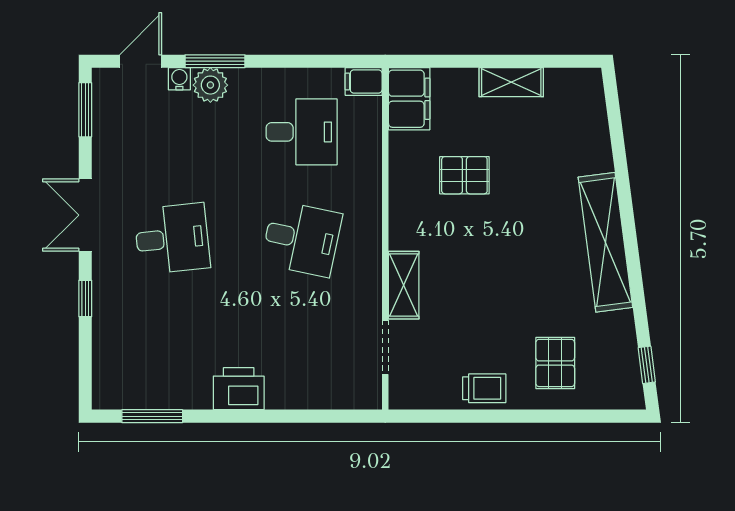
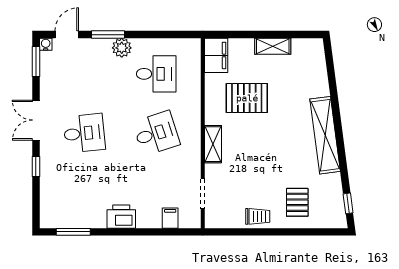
water cooler: (179, 79) -> (46, 44), moved
filing cabinet: (364, 82) -> (170, 218), moved, turned 90
plant: (210, 85) -> (122, 48), moved
pallet: (464, 175) -> (247, 98), width x1.50, depth x1.42
desk: (302, 239) -> (156, 133), turned -30
shelving: (404, 285) -> (213, 144), moved

